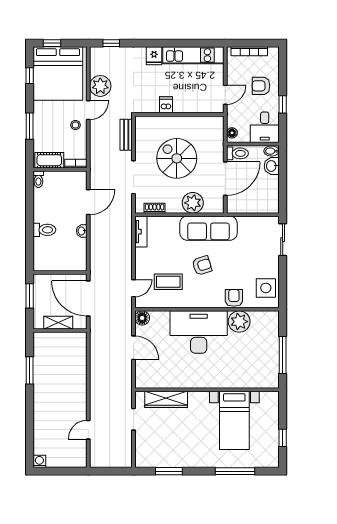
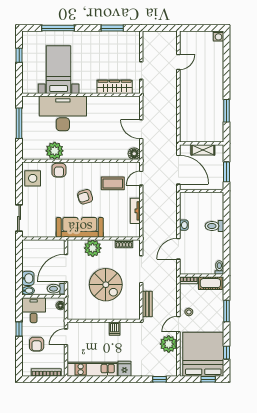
armchair: (261, 86) -> (37, 344), turned 90
tv unit: (141, 232) -> (135, 211), moved
desk: (199, 332) -> (63, 113), moved, turned 180

